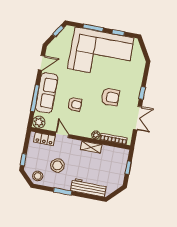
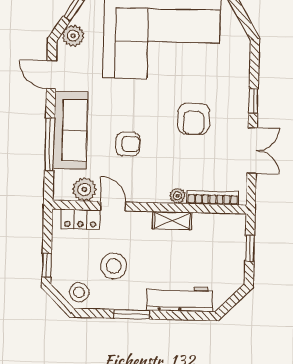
plant: (56, 45) -> (73, 36), added
door: (41, 63) -> (51, 75), swing flipped
armchair: (110, 97) -> (194, 119), turned 90
plant: (39, 122) -> (84, 189), moved

